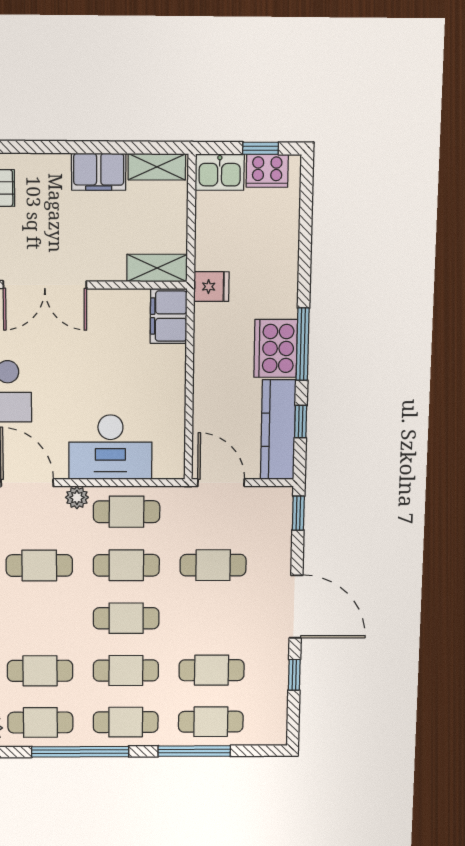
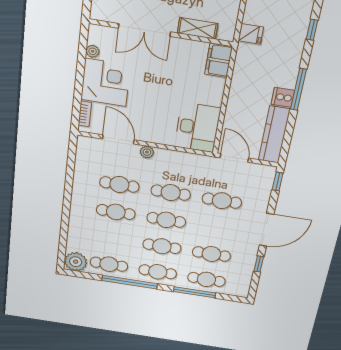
shelving: (157, 268) -> (198, 28), moved
fridge: (211, 287) -> (251, 34), moved
cooker: (276, 348) -> (283, 97), width x0.53, depth x0.76
window: (301, 422) -> (312, 30), moved
desk: (110, 447) -> (197, 127), moved, turned -90
cafe table: (127, 512) -> (175, 164), removed
door: (296, 607) -> (267, 230), hinge flipped
cafe table: (40, 671) -> (116, 212), moved

